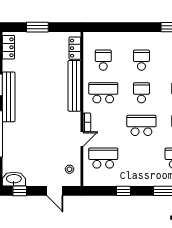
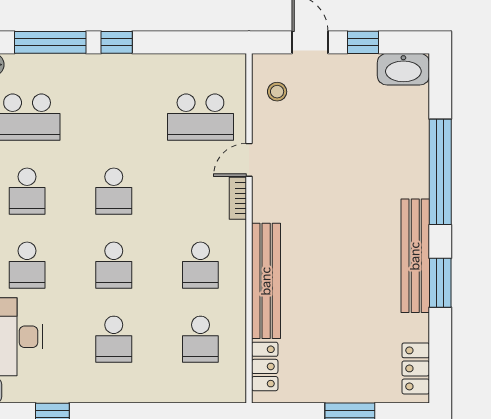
school desk: (103, 93) -> (200, 265), width x0.54
school desk: (141, 125) -> (114, 191), width x0.54
window: (20, 191) -> (363, 42), moved
window: (124, 191) -> (117, 42), moved

